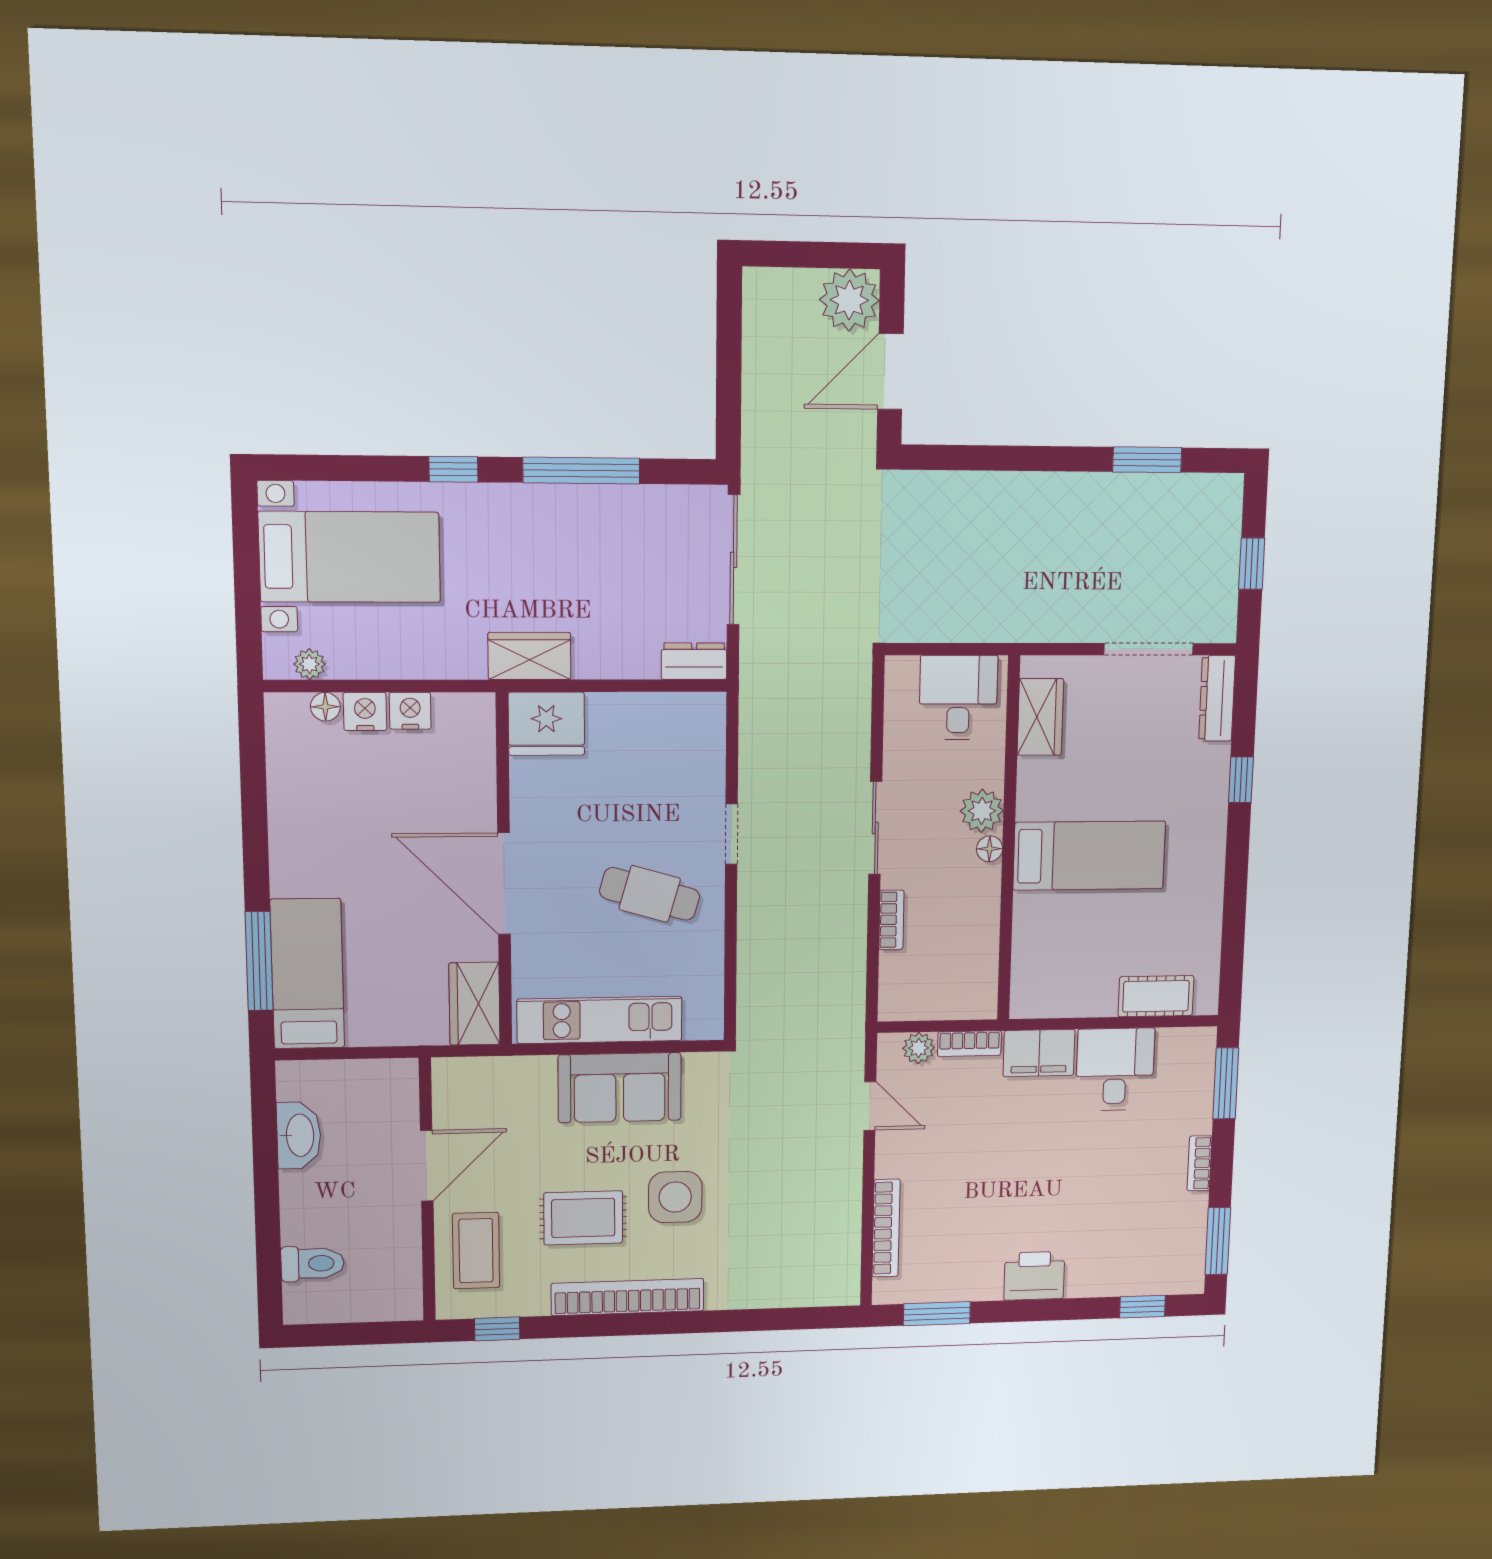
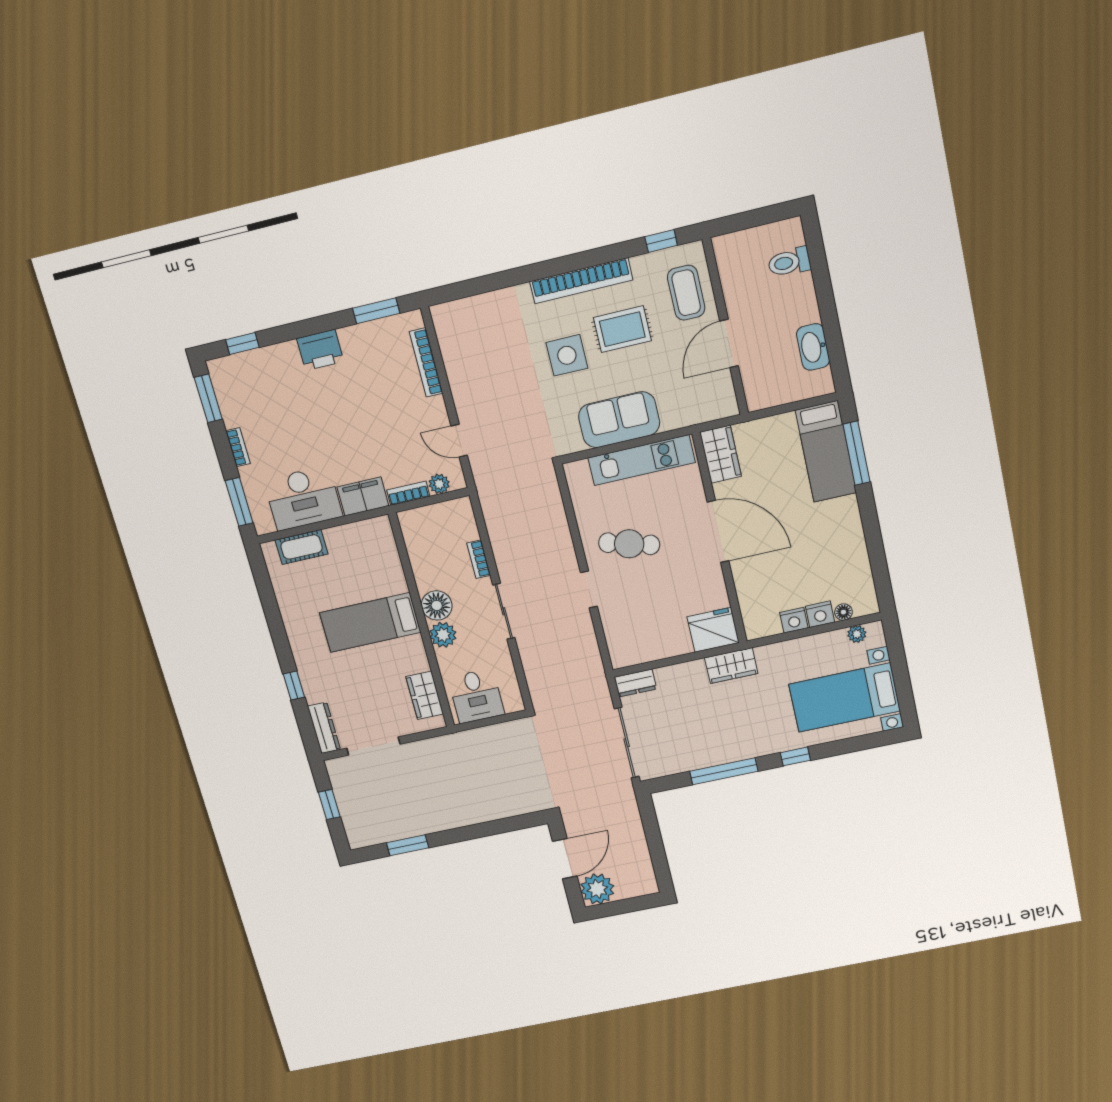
floor lamp: (990, 849) -> (437, 605), width x1.89, depth x1.89
desk: (1115, 1069) -> (303, 498), width x1.37

